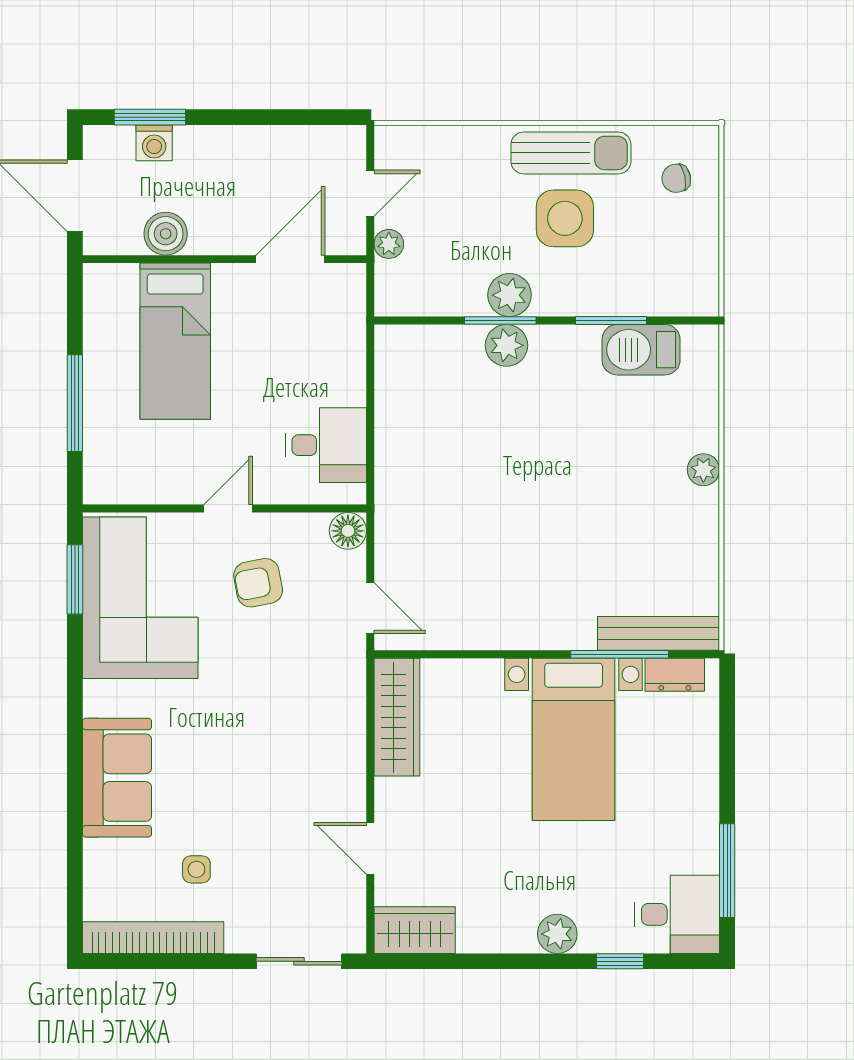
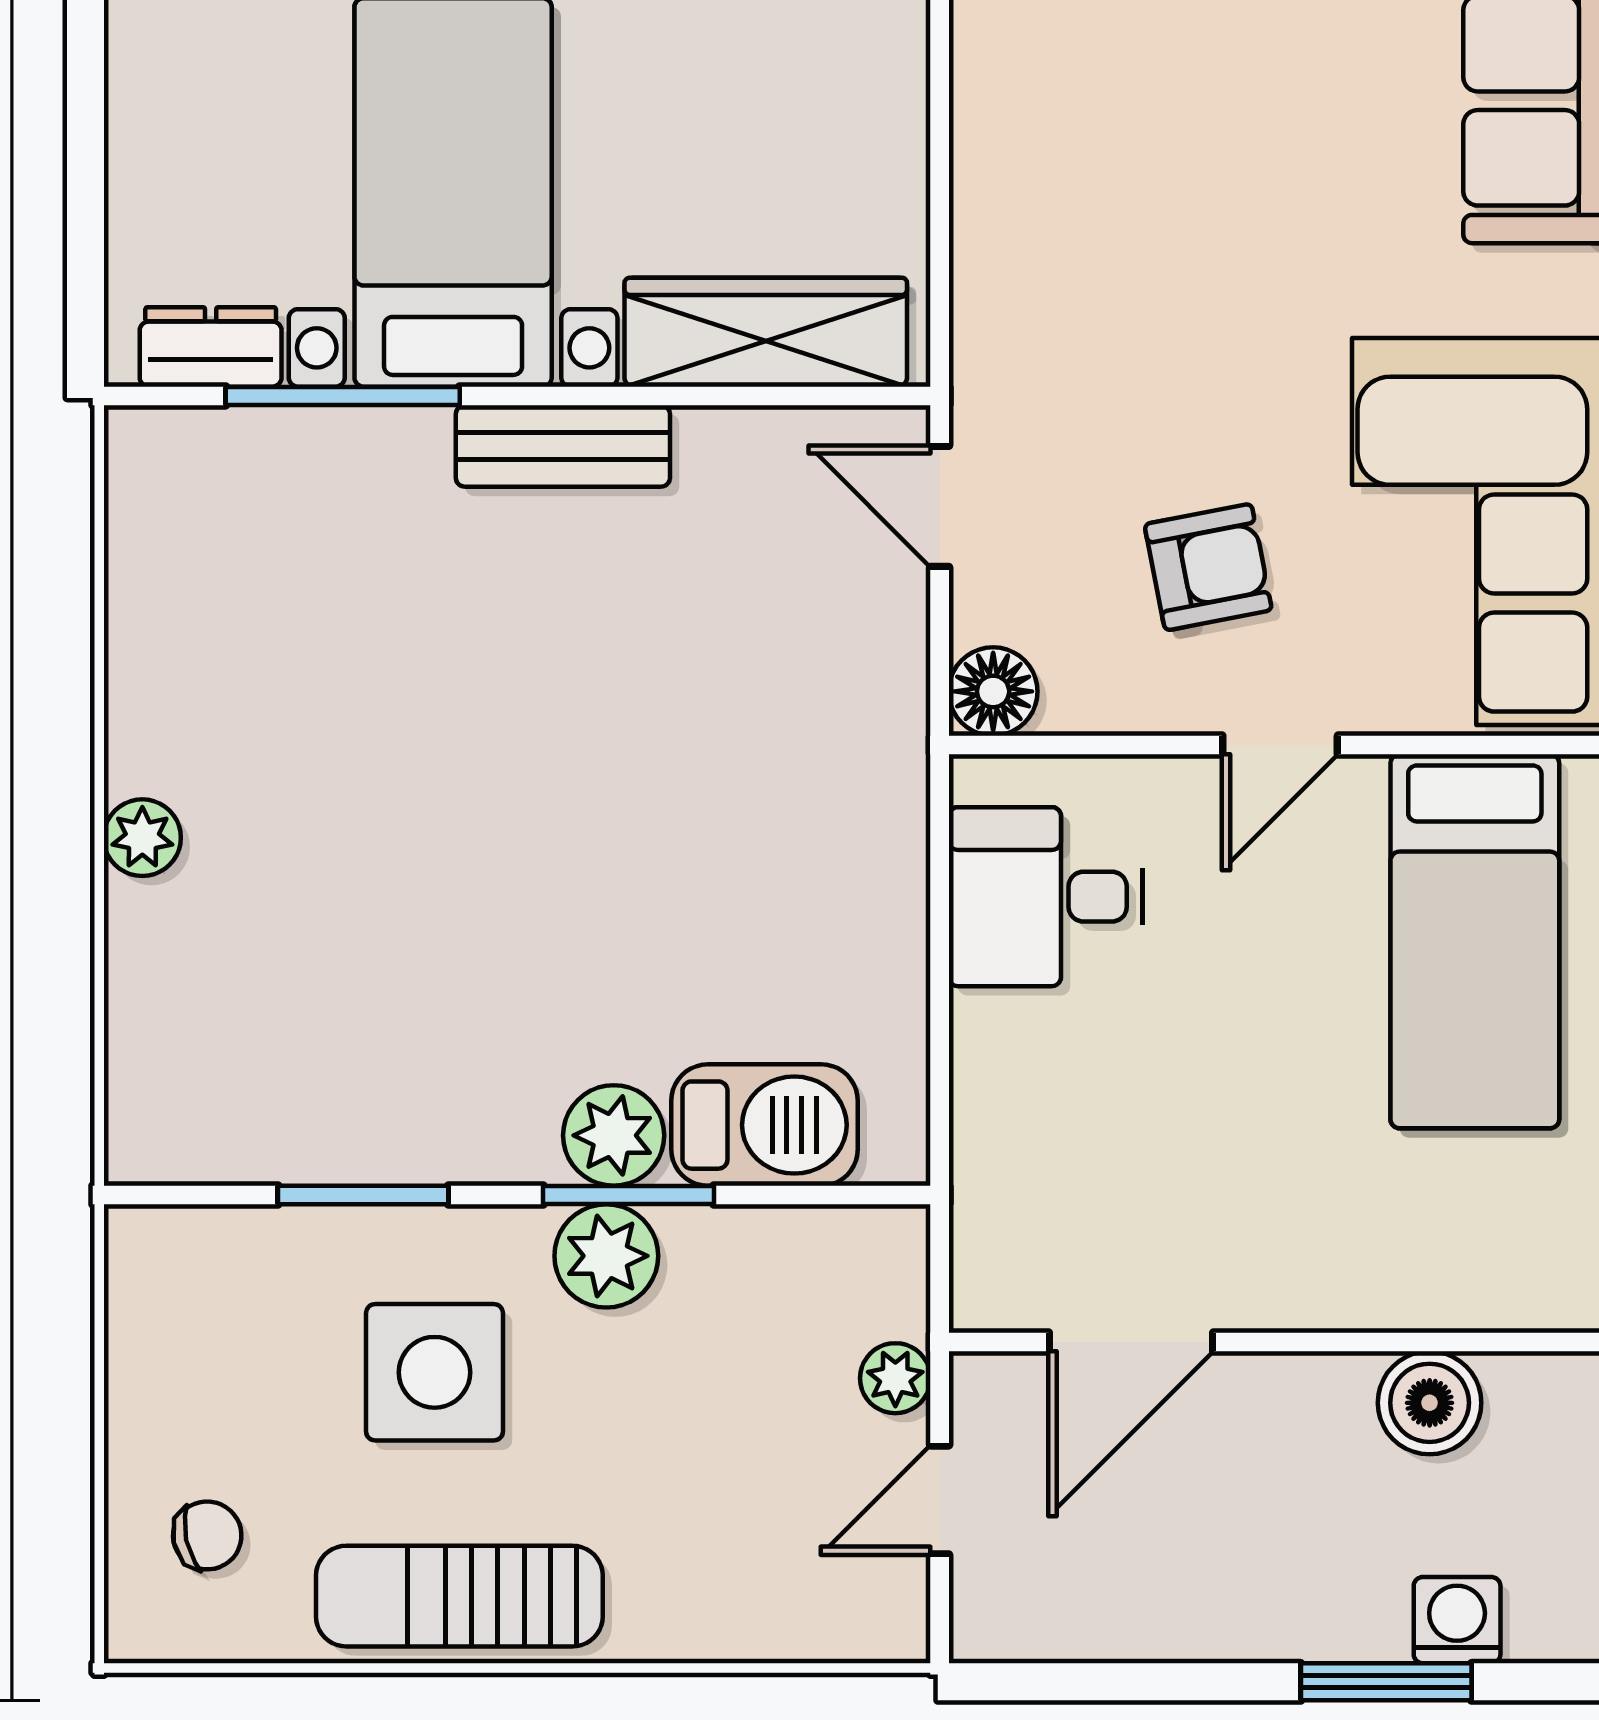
window: (150, 117) -> (1386, 1682), moved
side table: (565, 218) -> (435, 1372), moved
bed: (175, 341) -> (1475, 941), moved, turned 180
barbecue: (641, 350) -> (765, 1125), moved
bench: (659, 633) -> (563, 446), moved, width x0.73
wardrobe: (397, 717) -> (766, 332), moved, turned 90

